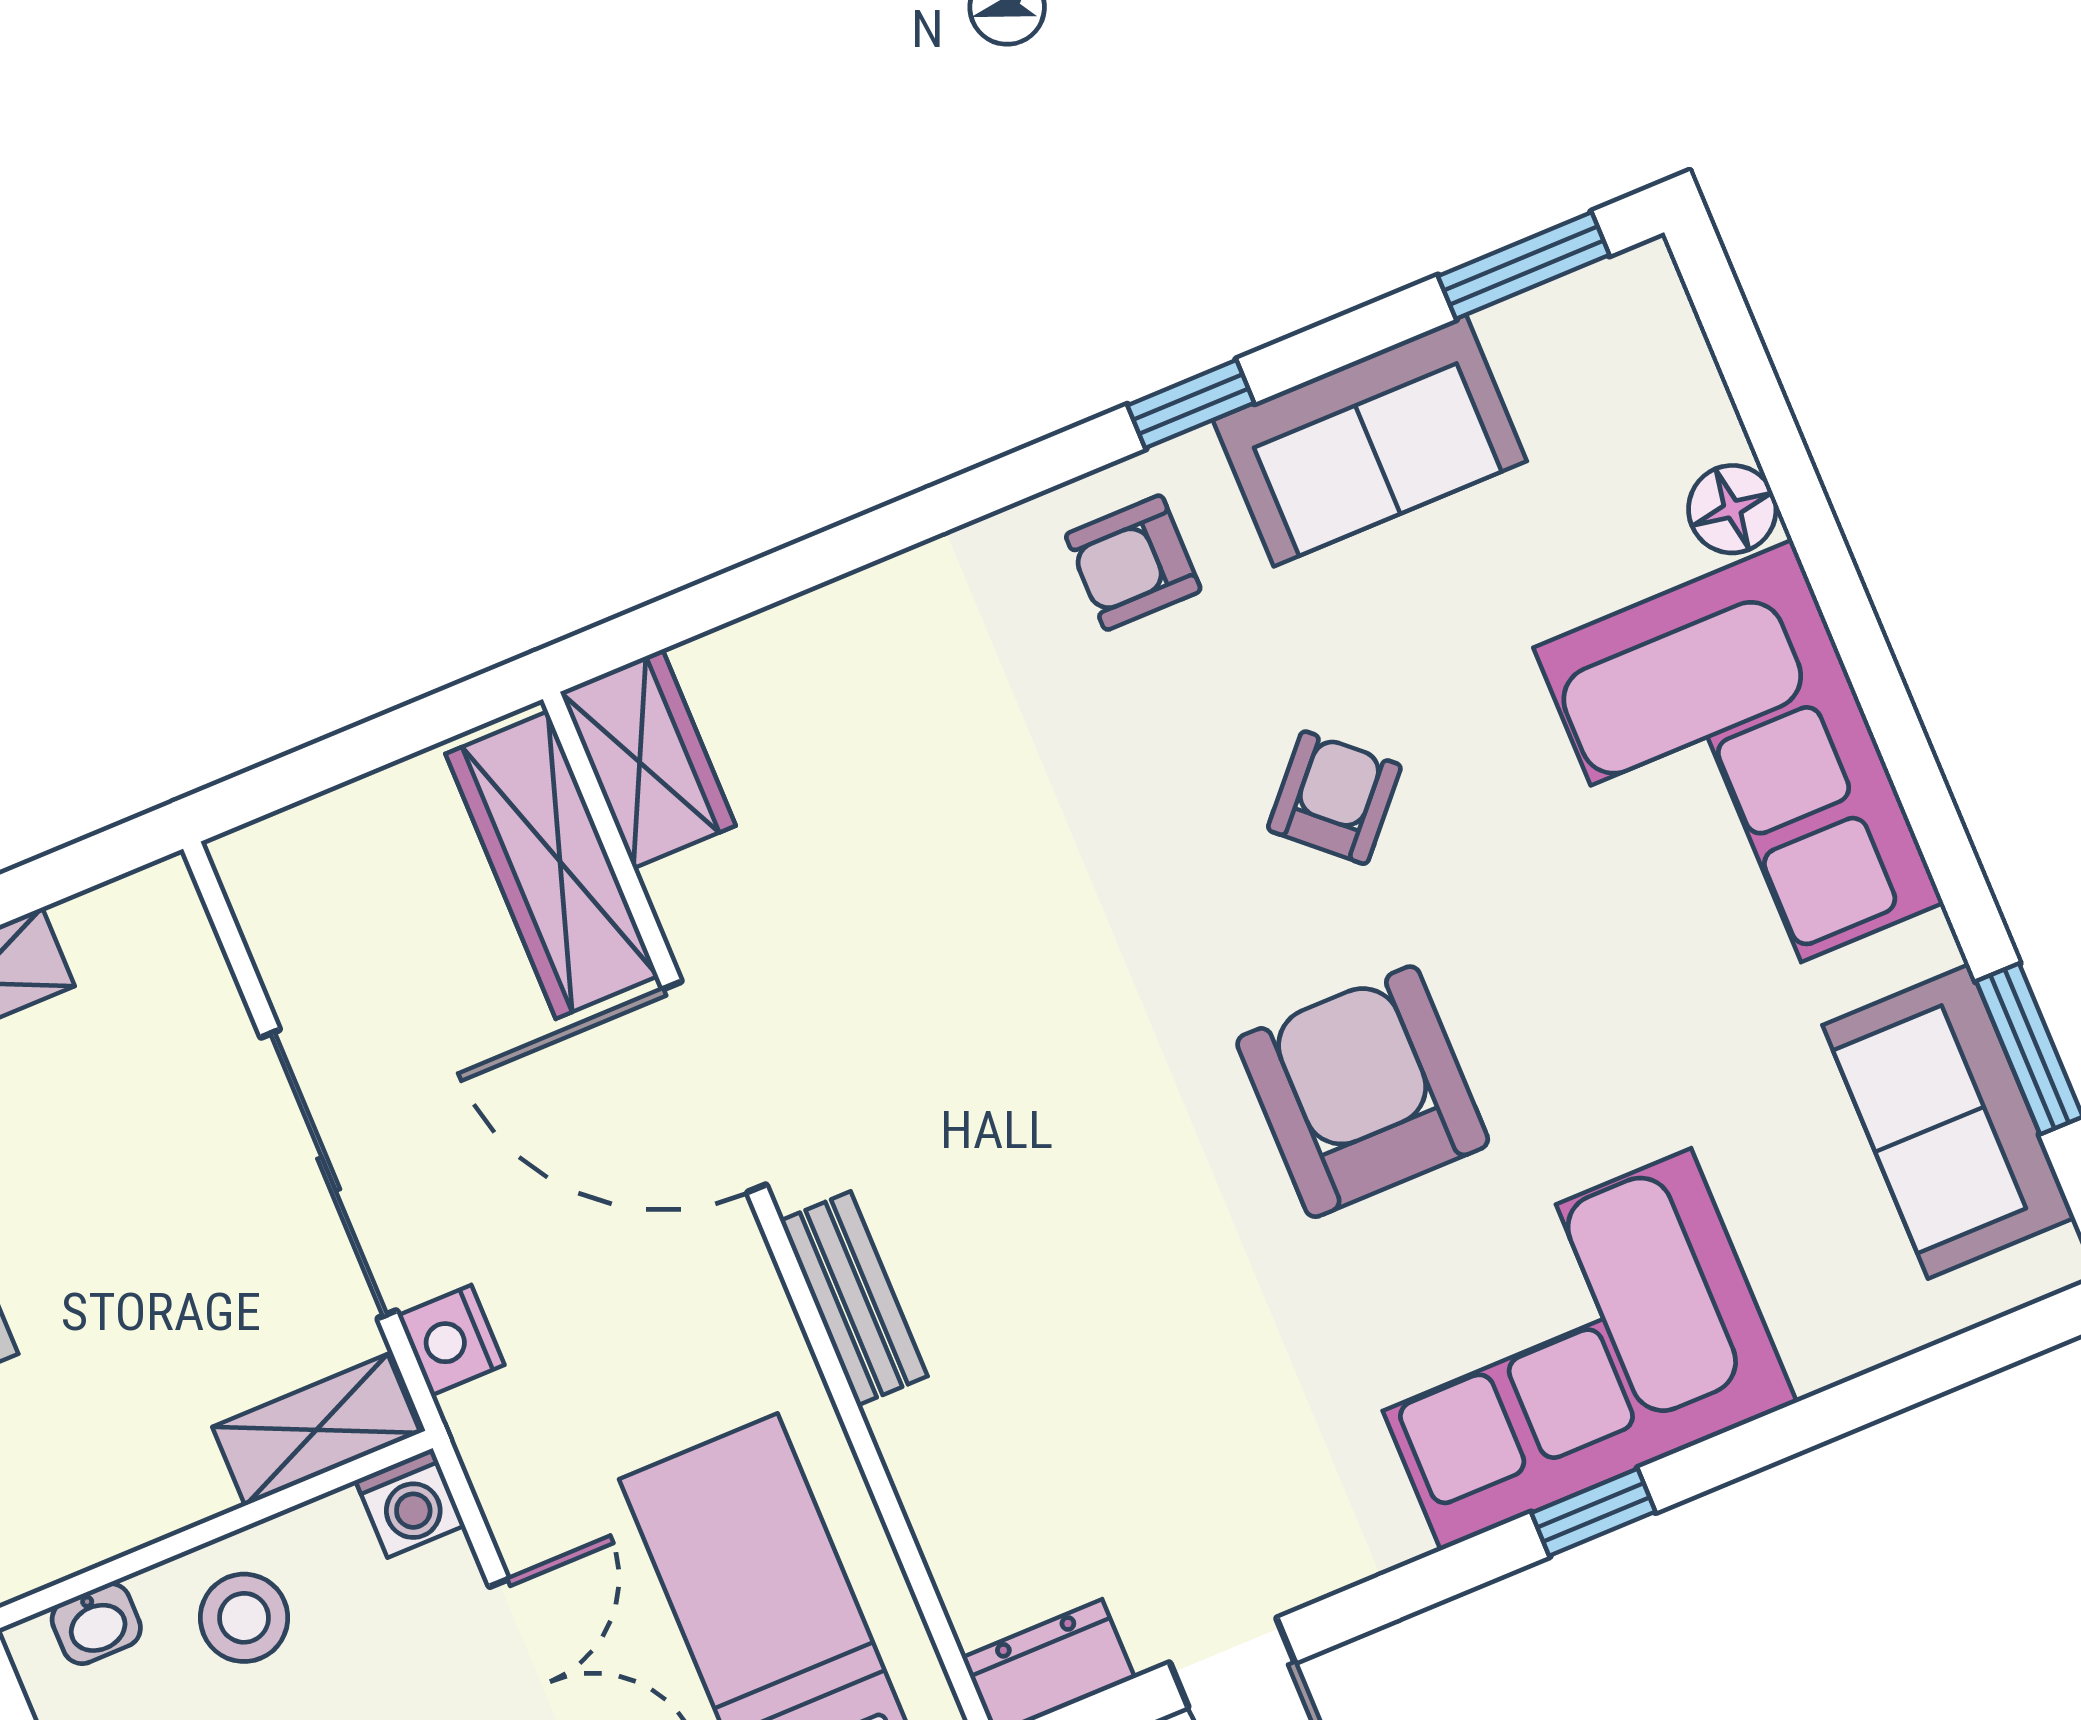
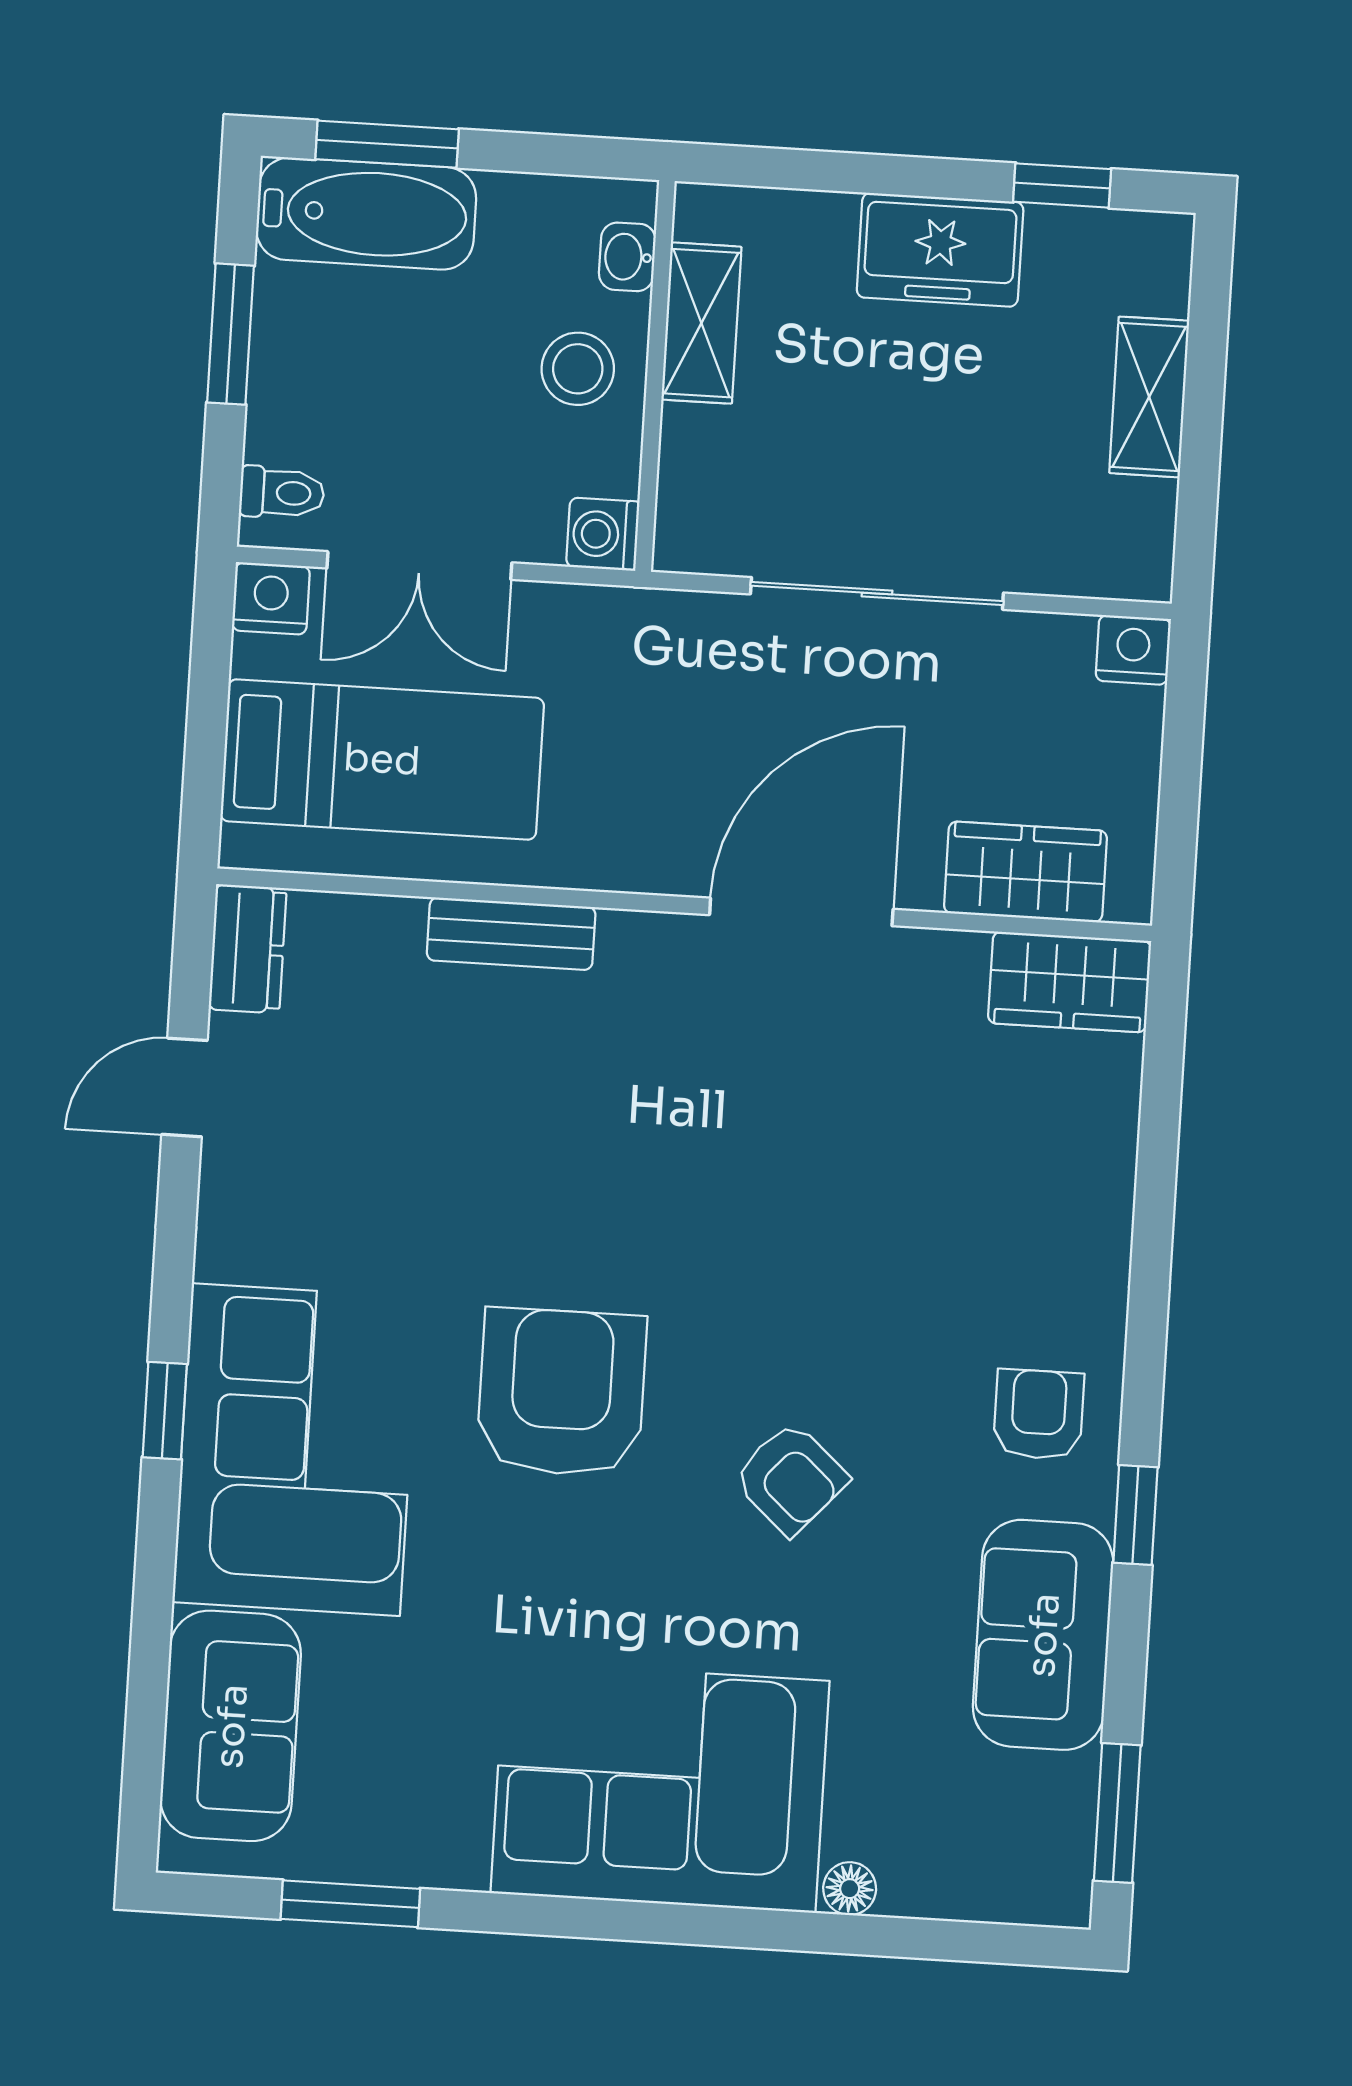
floor lamp: (1732, 509) -> (850, 1889), width x0.73, depth x0.73
wardrobe: (552, 865) -> (1025, 872), width x0.67
armchair: (1363, 1092) -> (561, 1392), turned -90
sofa: (1949, 1121) -> (231, 1726), moved, turned 90
bench: (854, 1298) -> (511, 934), moved
nightstand: (451, 1340) -> (1133, 650), moved
shelving: (316, 1430) -> (701, 323), moved

